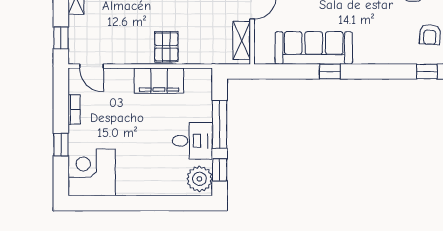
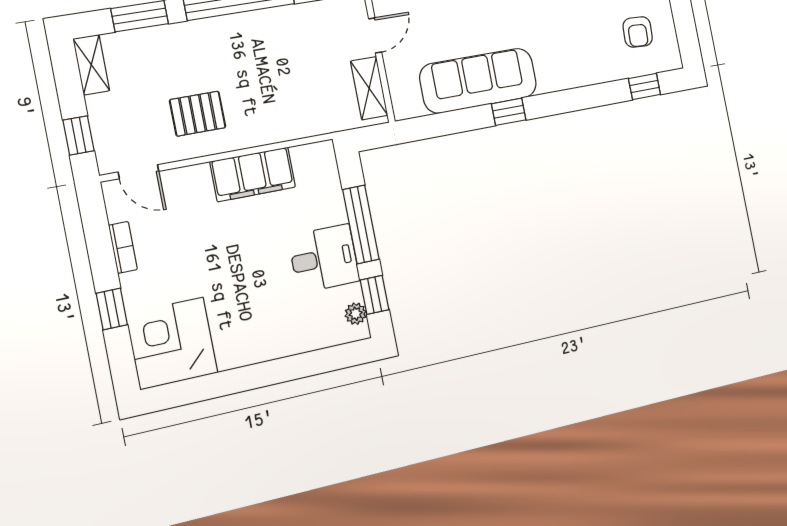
pallet: (166, 47) -> (198, 114), moved, turned 90
plant: (199, 179) -> (356, 314), width x0.53, depth x0.53

